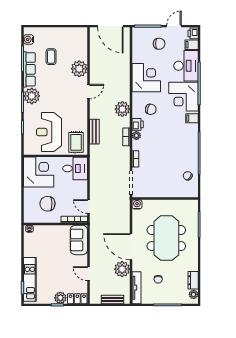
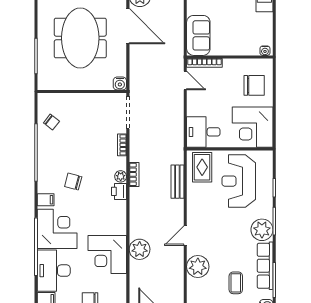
plant: (122, 109) -> (140, 249), moved
chair: (151, 109) -> (73, 182), moved
reception desk: (49, 132) -> (239, 181), turned 180
chair: (47, 204) -> (254, 85), moved

